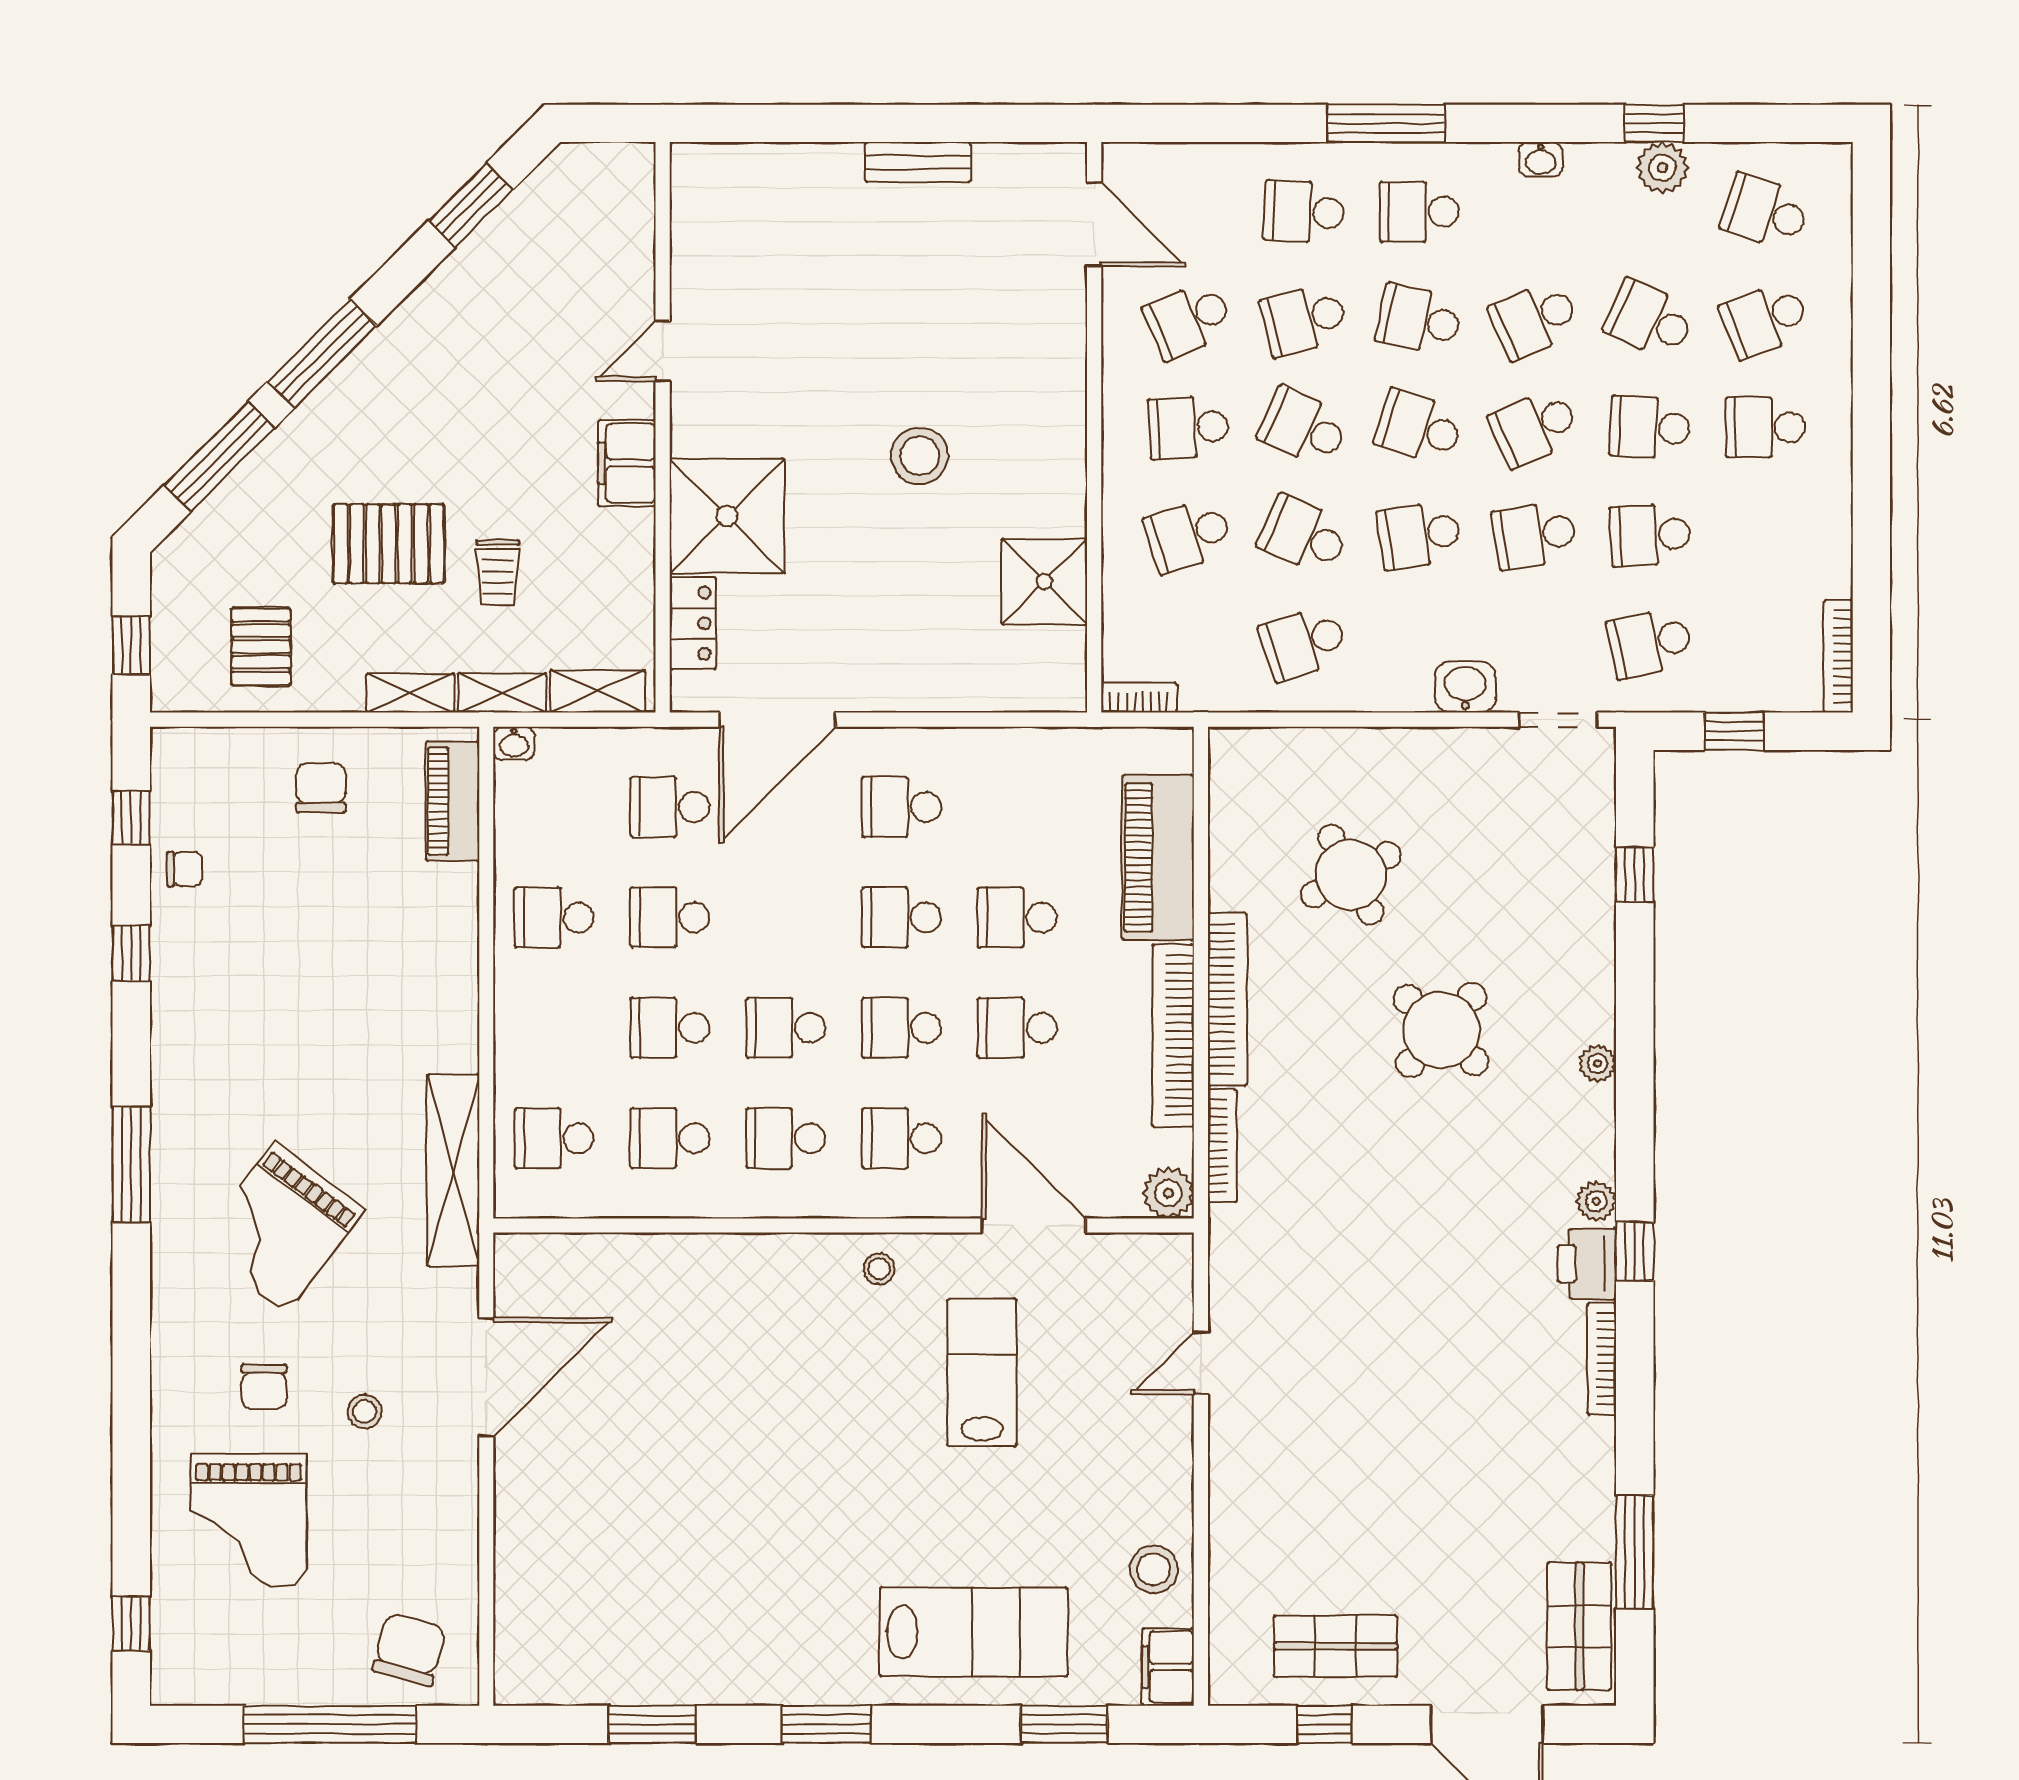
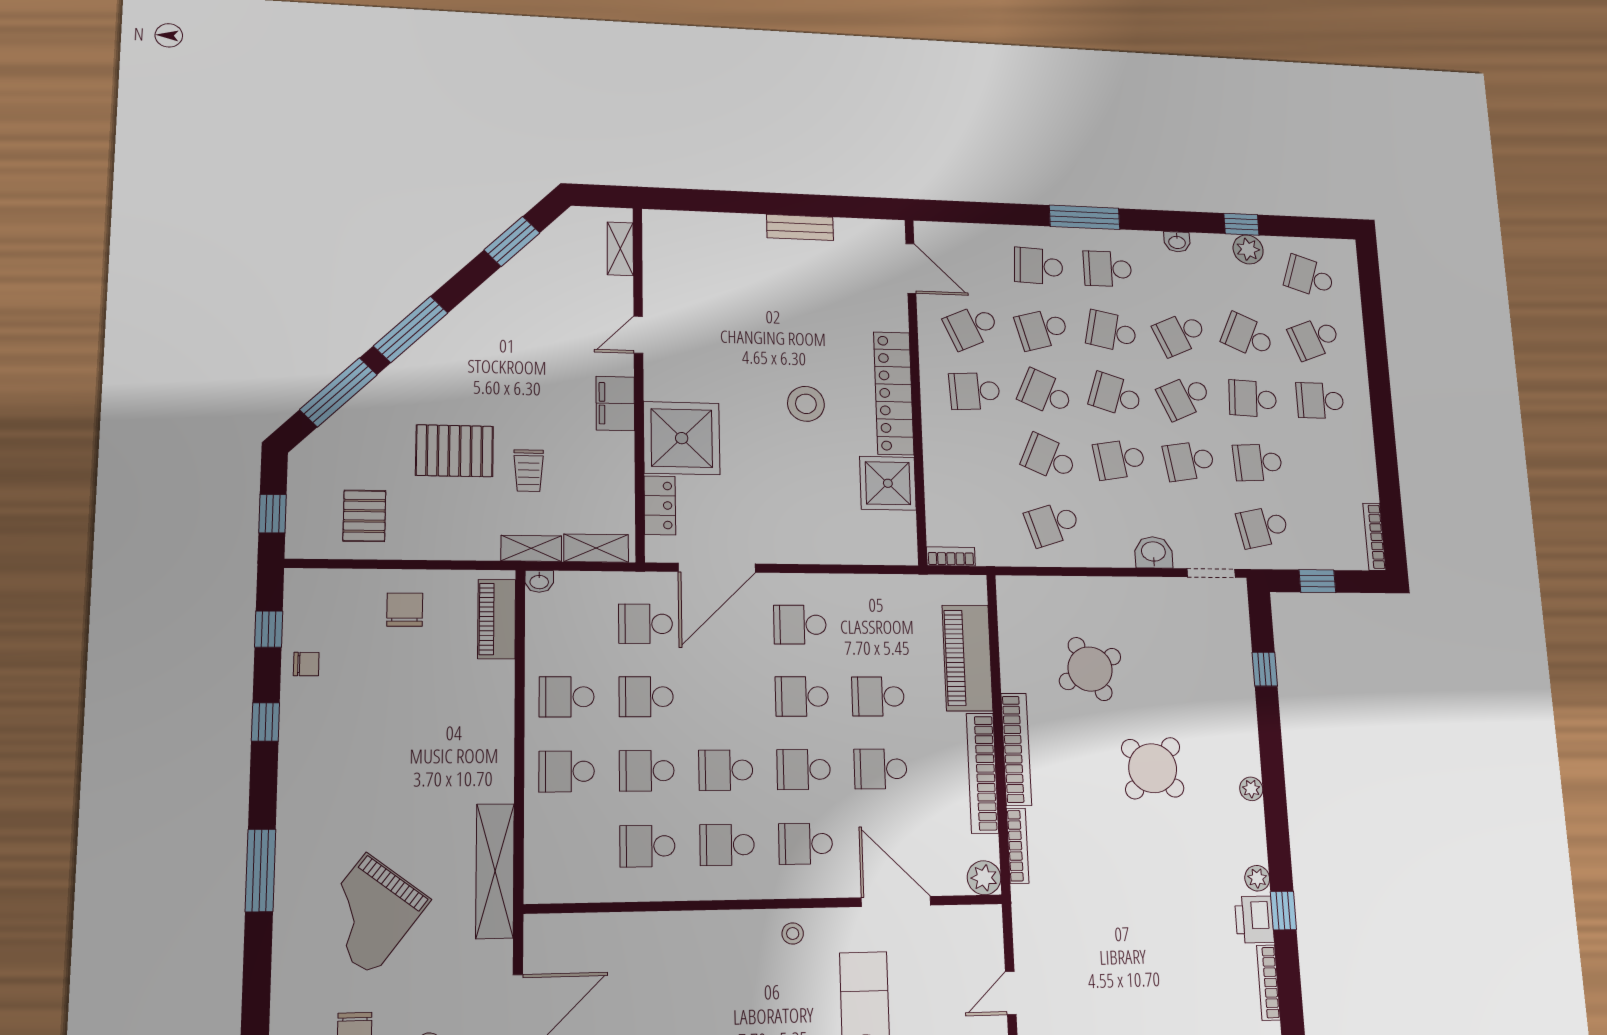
locker: (1059, 434) -> (894, 393), added
school desk: (1189, 535) -> (978, 456), removed
shelving: (410, 693) -> (620, 249), moved, turned 90
school desk: (554, 1138) -> (567, 771), moved

